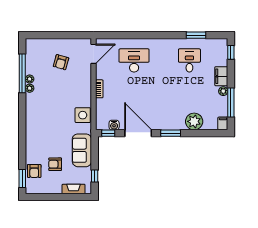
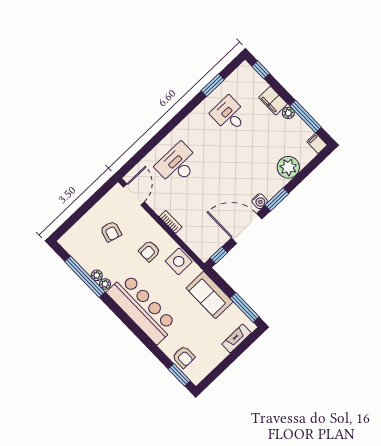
bar counter: (37, 122) -> (142, 308), added
water cooler: (114, 125) -> (260, 201), moved
armchair: (55, 164) -> (149, 251), moved
window: (95, 176) -> (244, 307), width x2.17

